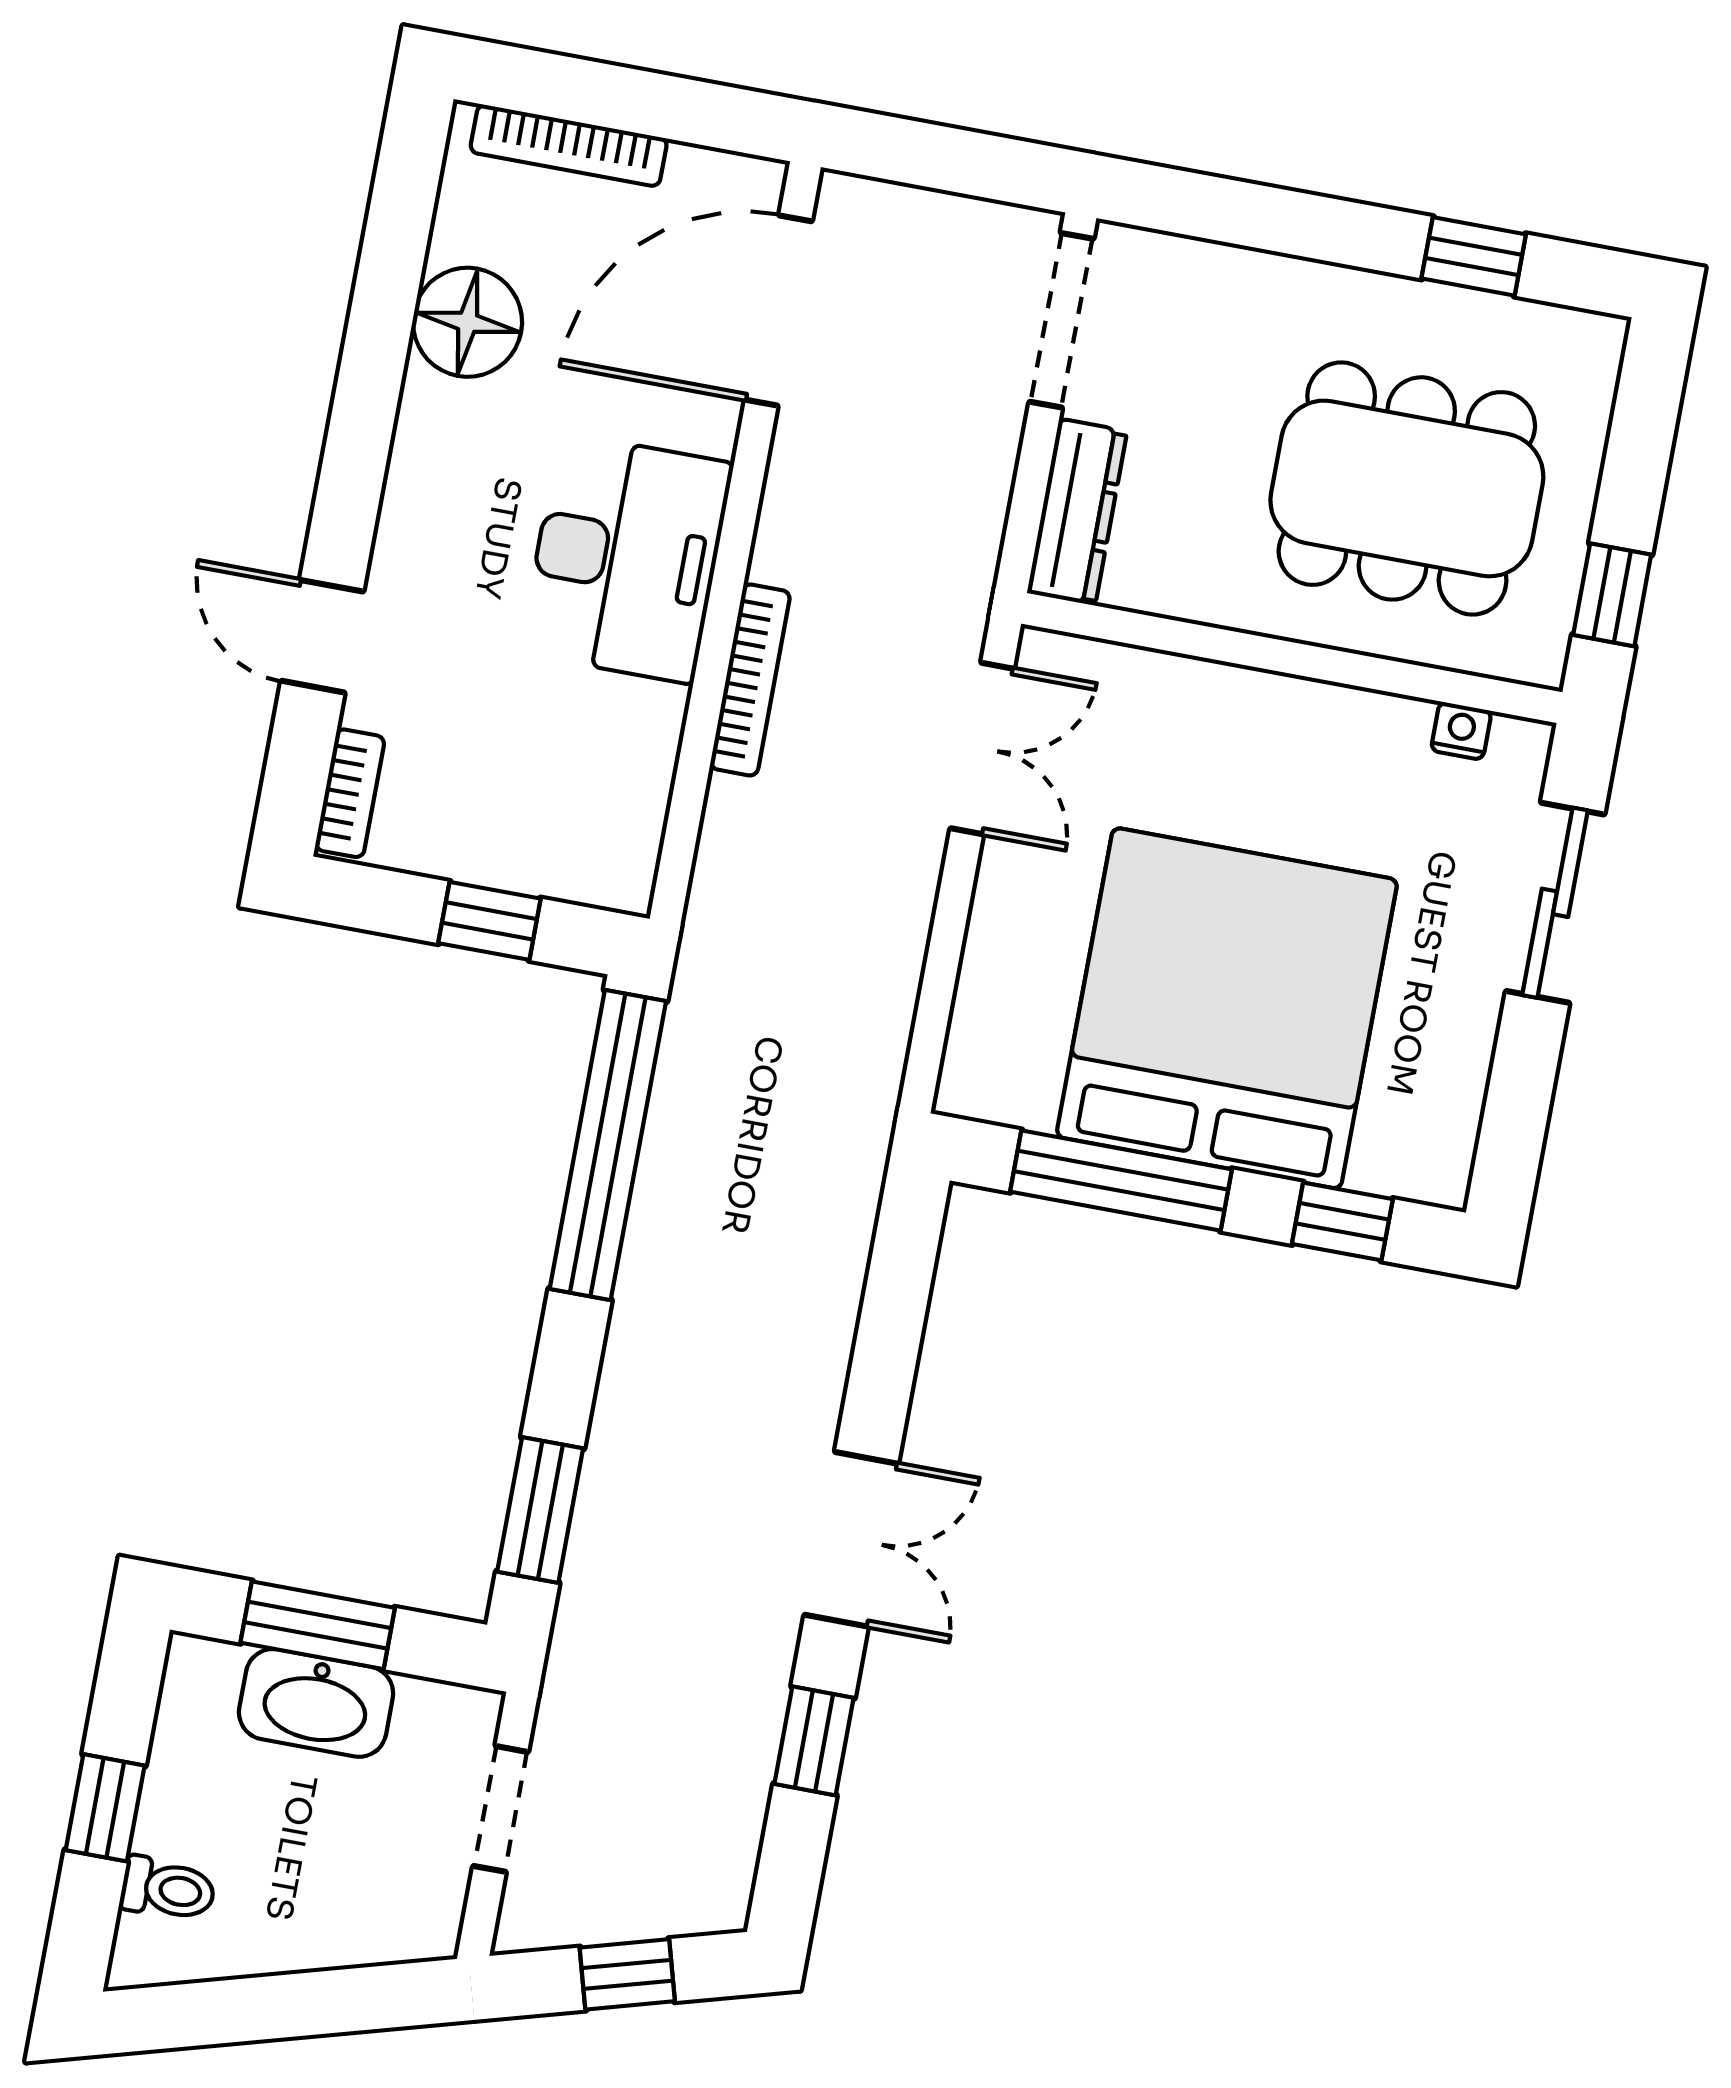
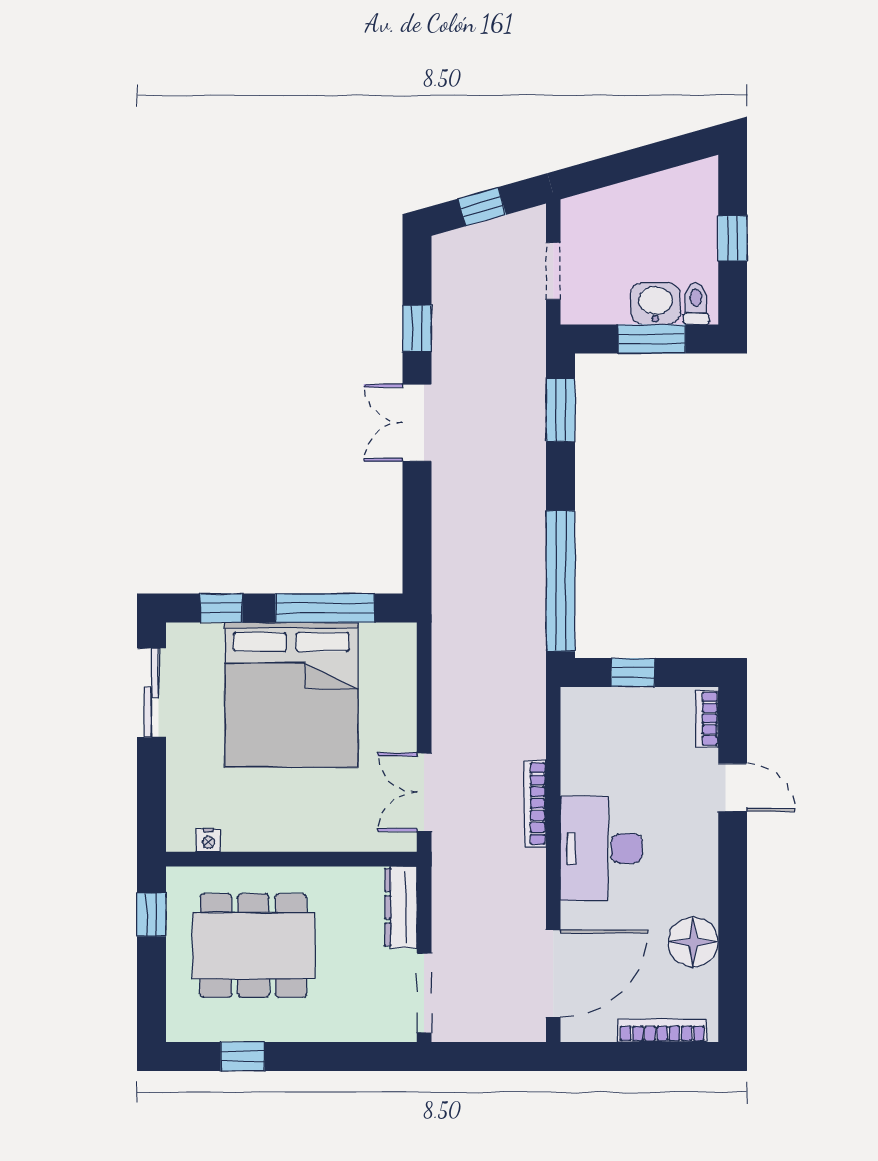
sliding door: (1555, 903) -> (151, 693), moved
washbasin: (316, 1703) -> (655, 304), width x0.72
toilet: (168, 1889) -> (696, 304), moved, turned 90

